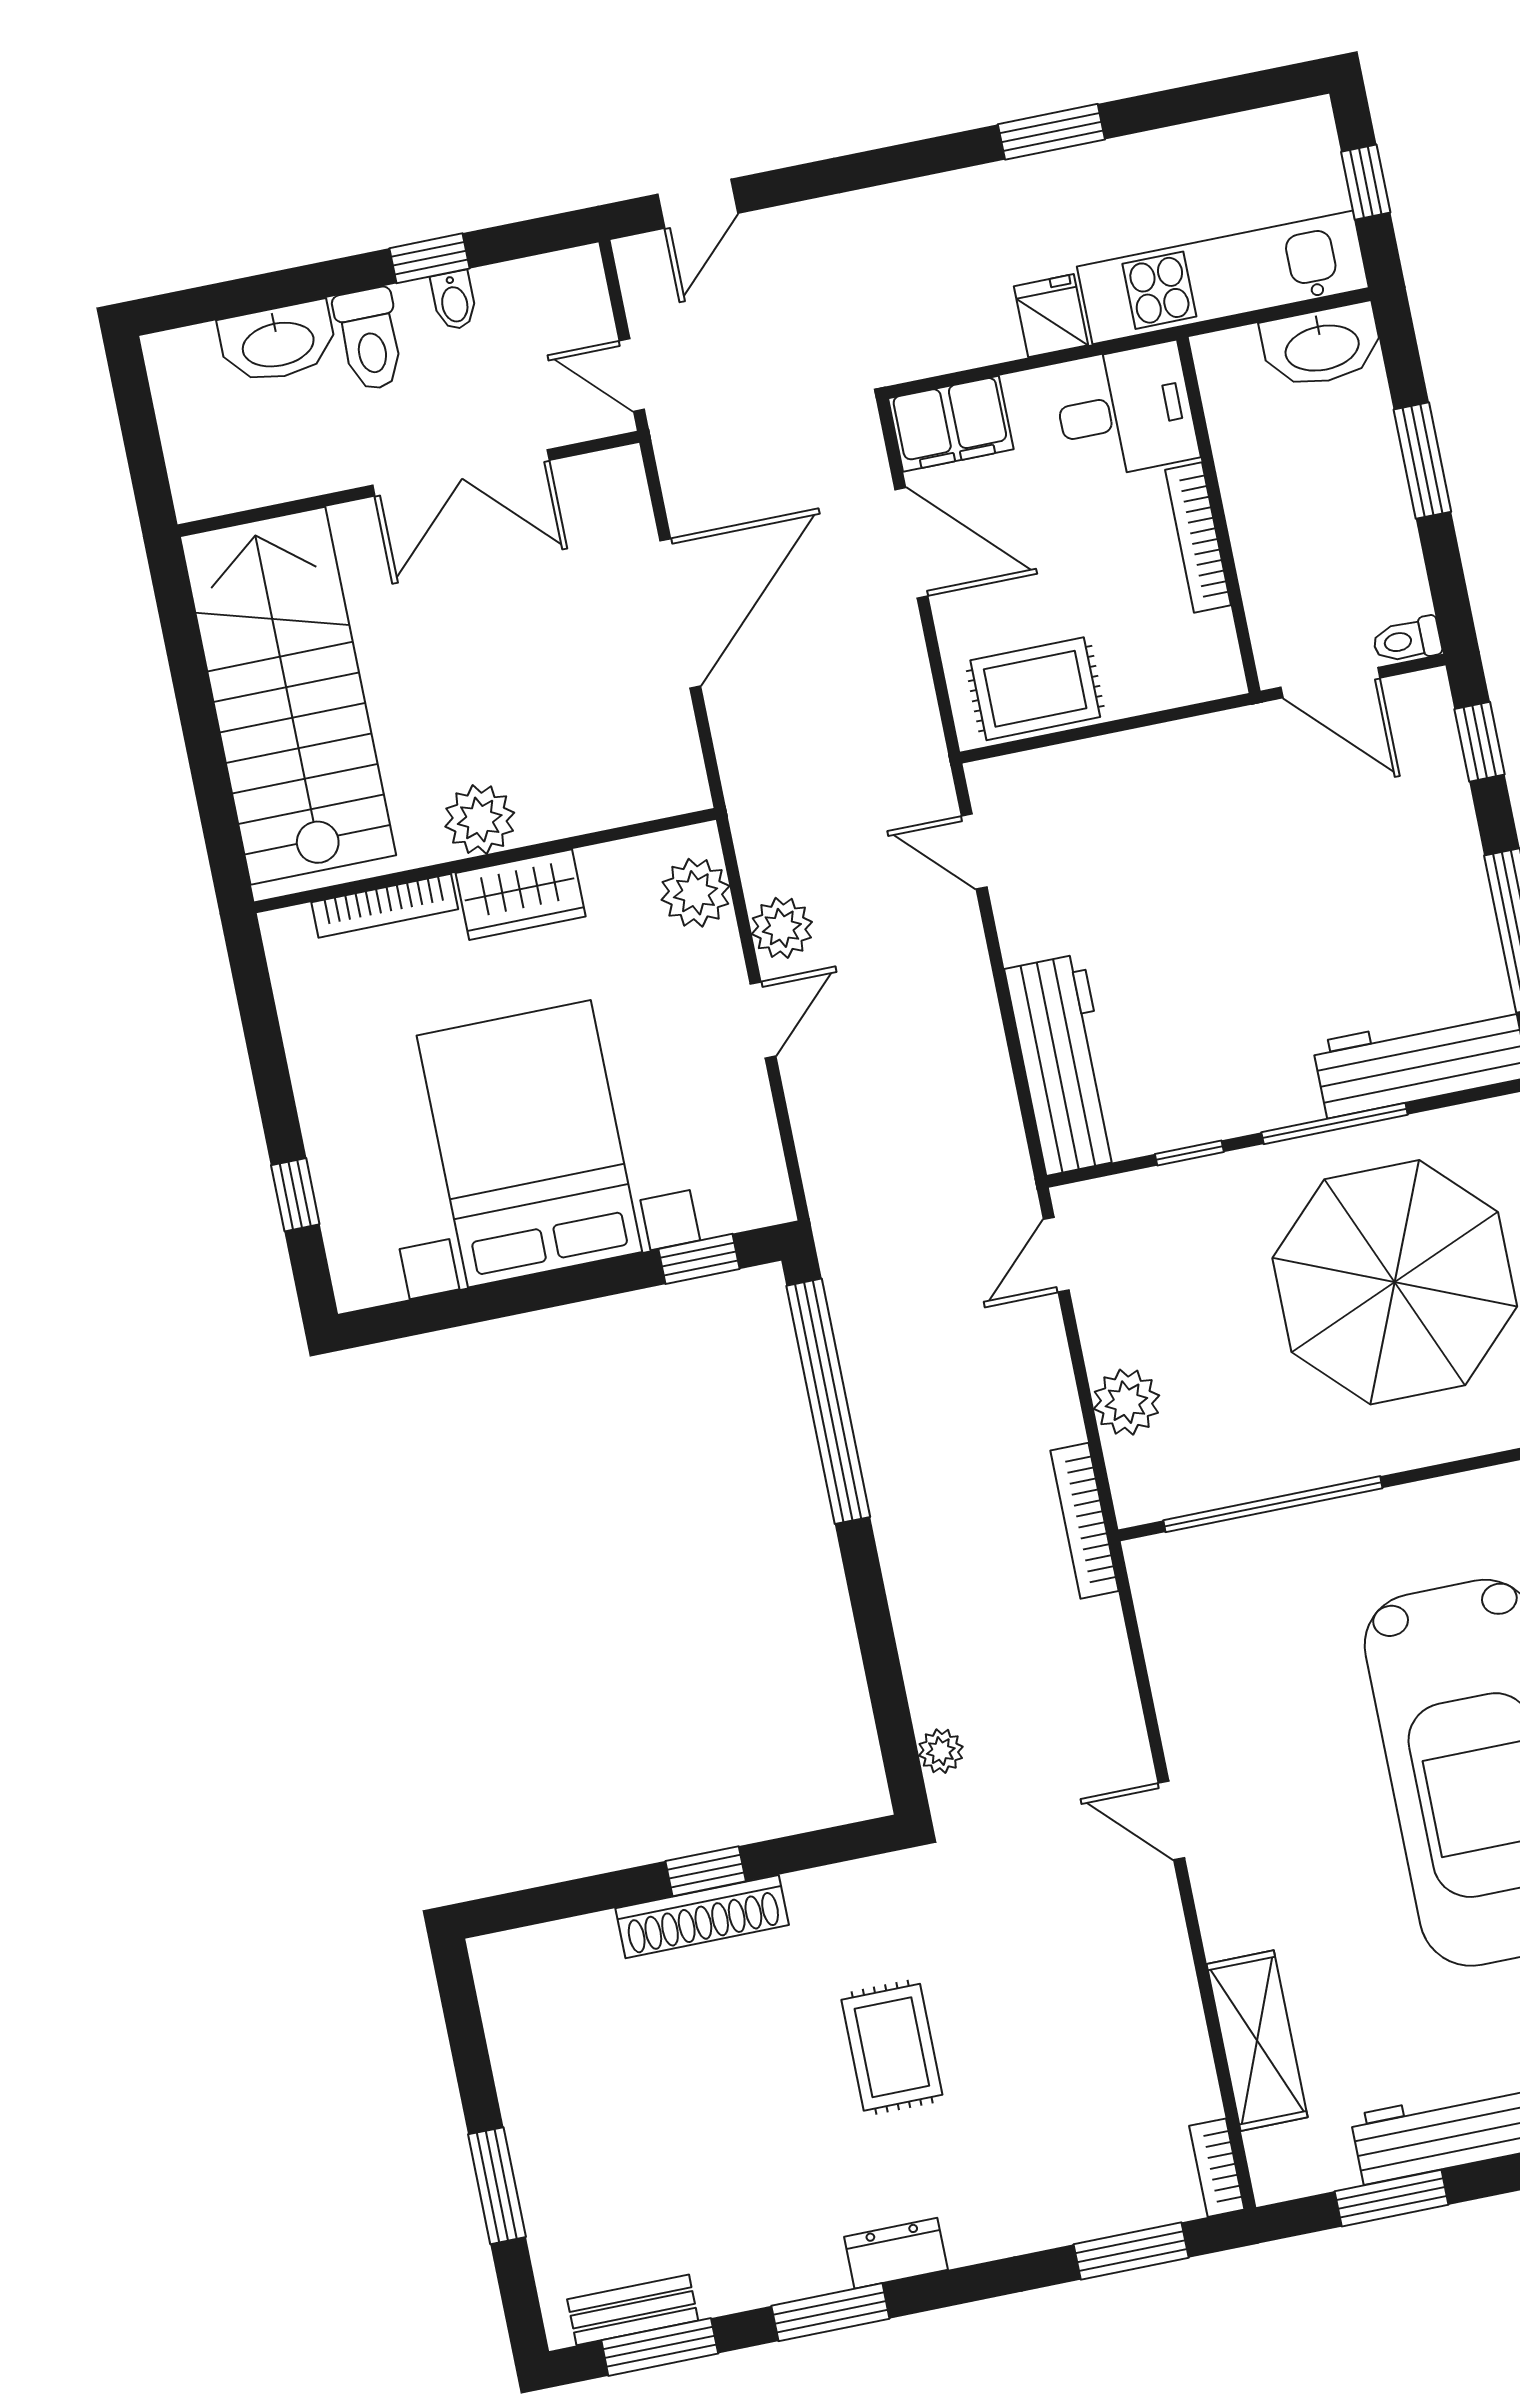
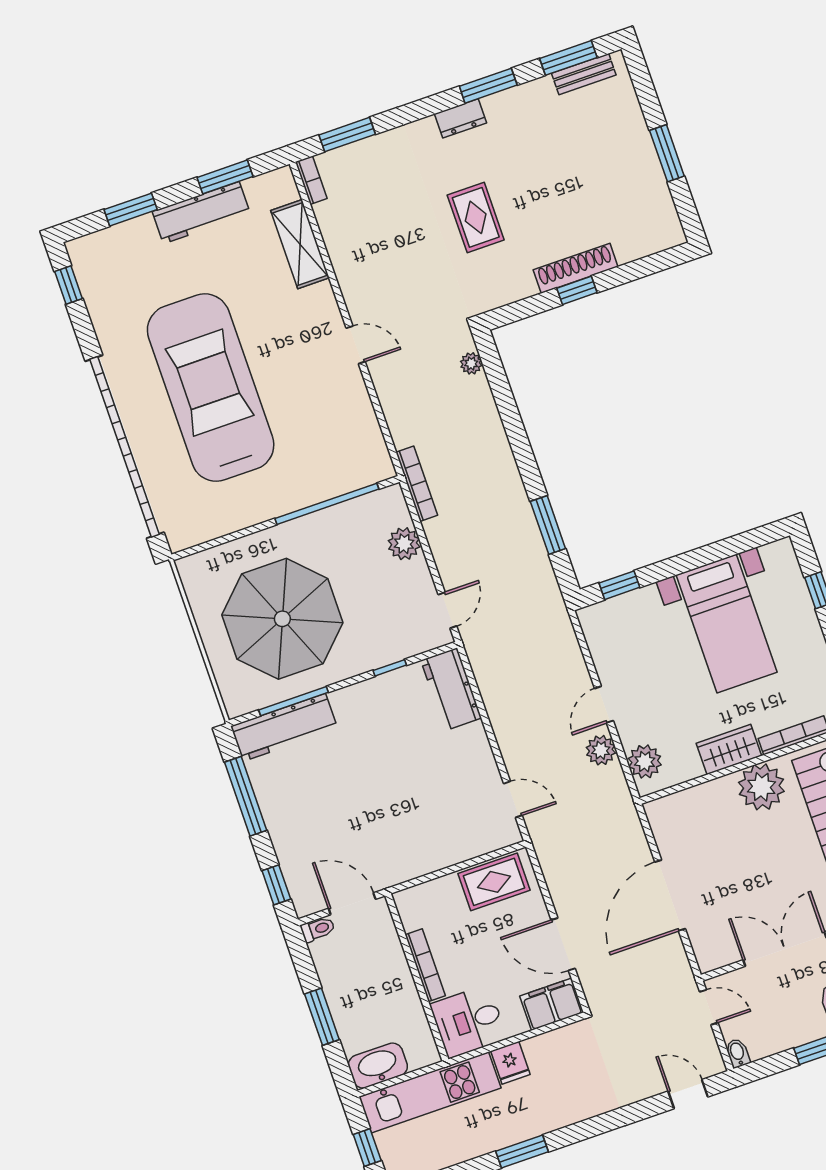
door: (698, 204) -> (688, 1094), hinge flipped
bidet: (454, 300) -> (738, 1053), moved
plant: (480, 820) -> (761, 787), width x1.36, depth x1.36
workbench: (1064, 1065) -> (451, 689), width x0.73
window: (1335, 1124) -> (294, 701), moved
bed with nightstands: (529, 1144) -> (727, 624), width x0.73
window: (828, 1401) -> (548, 525), width x0.47
window: (497, 2186) -> (667, 153), moved

